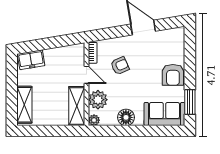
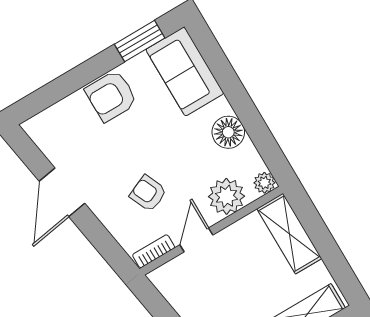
armchair: (173, 75) -> (111, 96), turned 180
shelving: (77, 106) -> (289, 234), moved, turned 90

